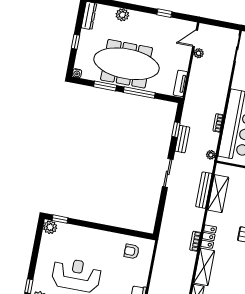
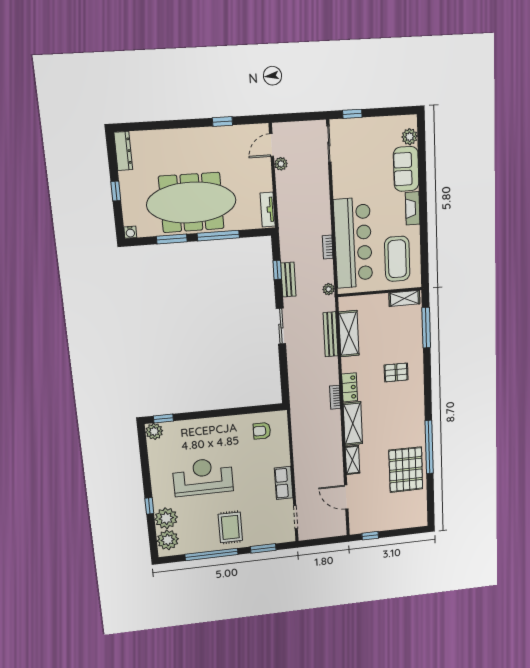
plant: (122, 15) -> (167, 138), removed

